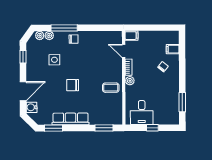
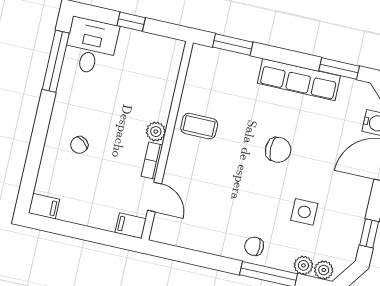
filing cabinet: (173, 49) -> (44, 206), moved
window: (182, 102) -> (56, 61), width x1.44
desk: (142, 113) -> (91, 46), moved

